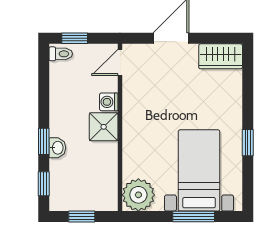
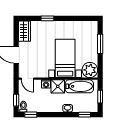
window: (44, 141) -> (31, 115), moved
window: (248, 143) -> (47, 18), moved
bed with nightstands: (199, 170) -> (65, 58), moved, turned 90
bathtub: (104, 173) -> (79, 86), added

